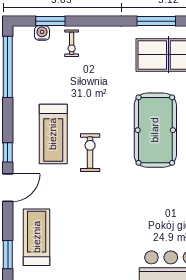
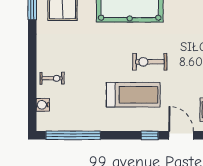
window: (50, 21) -> (32, 97), removed

